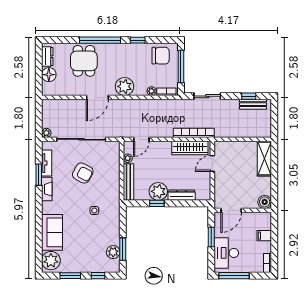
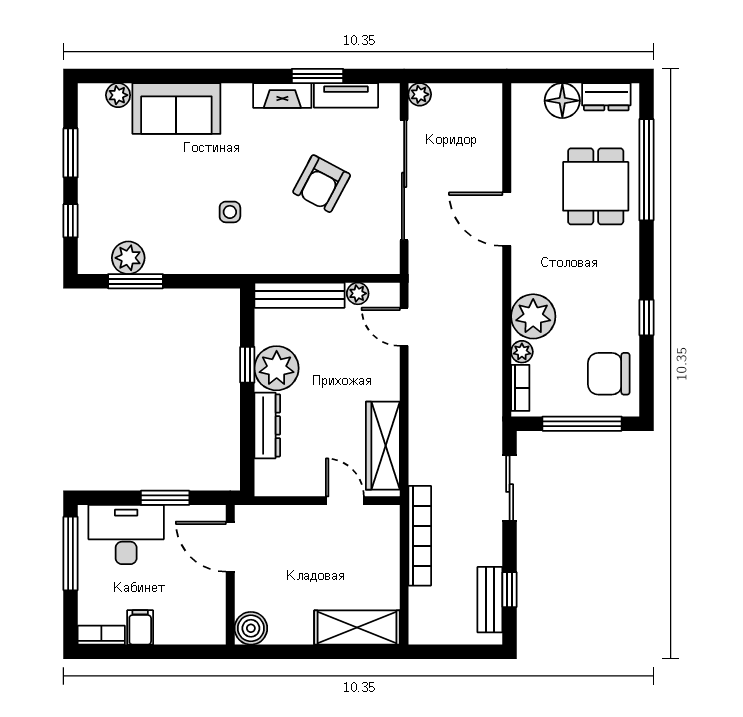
window: (100, 40) -> (646, 170), moved
chair: (161, 56) -> (609, 374), turned 90
dining table: (84, 61) -> (596, 186), turned 90
plant: (125, 86) -> (533, 316), moved
bookcase: (194, 133) -> (420, 536), moved
filing cabinet: (264, 236) -> (140, 627), moved
plant: (51, 261) -> (118, 95), width x0.53, depth x0.53

